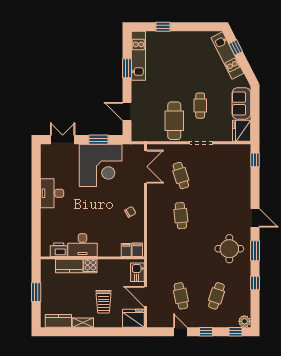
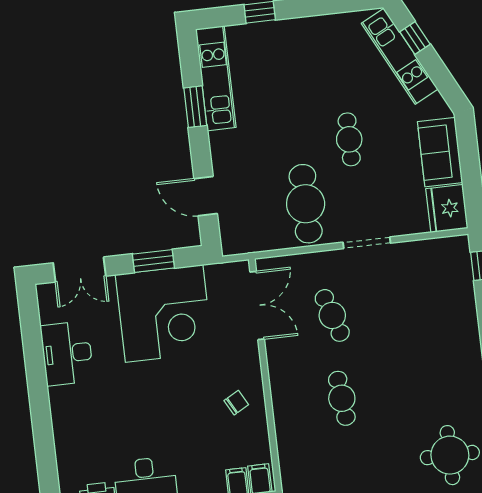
cafe table: (200, 106) -> (349, 139), moved
double door: (63, 140) -> (79, 269), swing flipped
desk: (52, 193) -> (67, 353), moved

